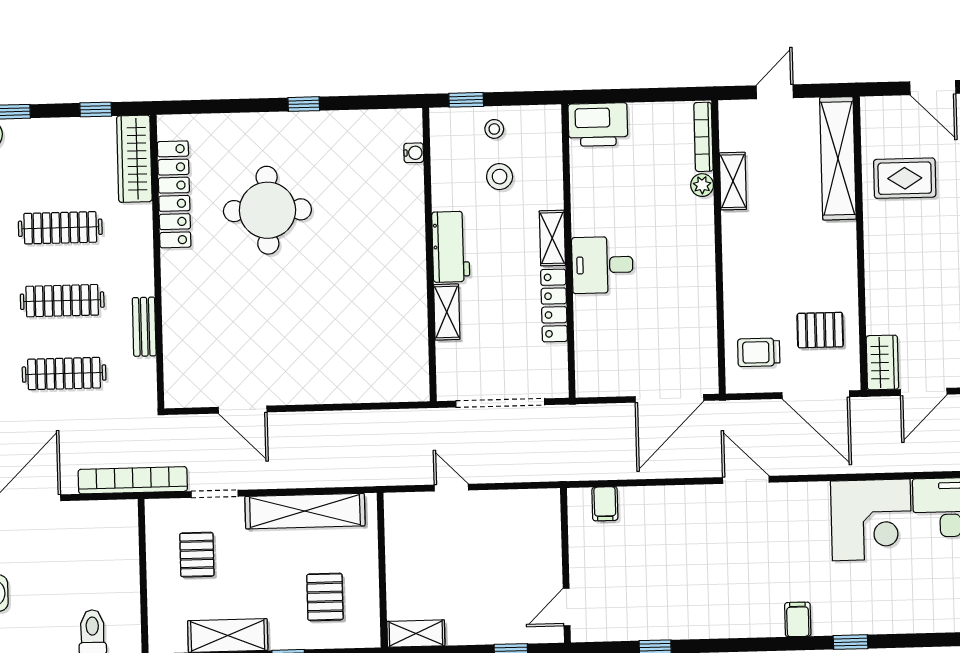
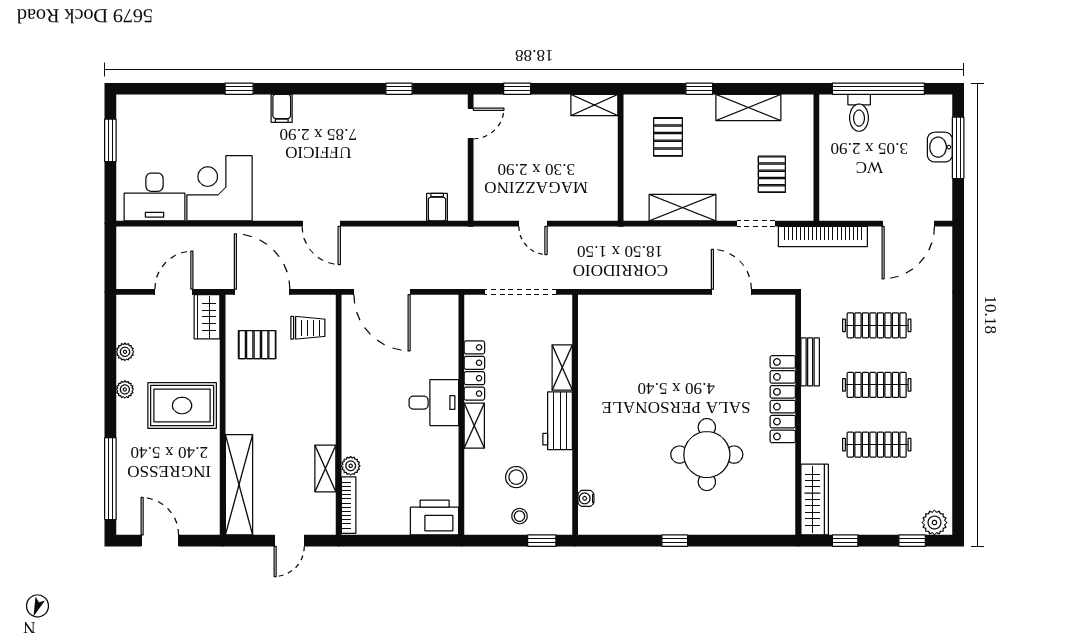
rug: (905, 178) -> (182, 406), moved, width x1.36, depth x1.43
locker: (174, 194) -> (783, 399), moved
door: (669, 398) -> (382, 292), swing flipped
door: (451, 488) -> (533, 224), moved
shelving: (305, 511) -> (683, 208), width x0.68

